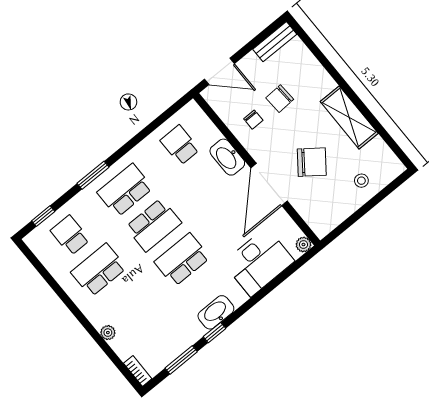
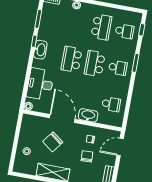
school desk: (125, 190) -> (118, 68), width x0.54
school desk: (182, 260) -> (72, 59), turned 180

